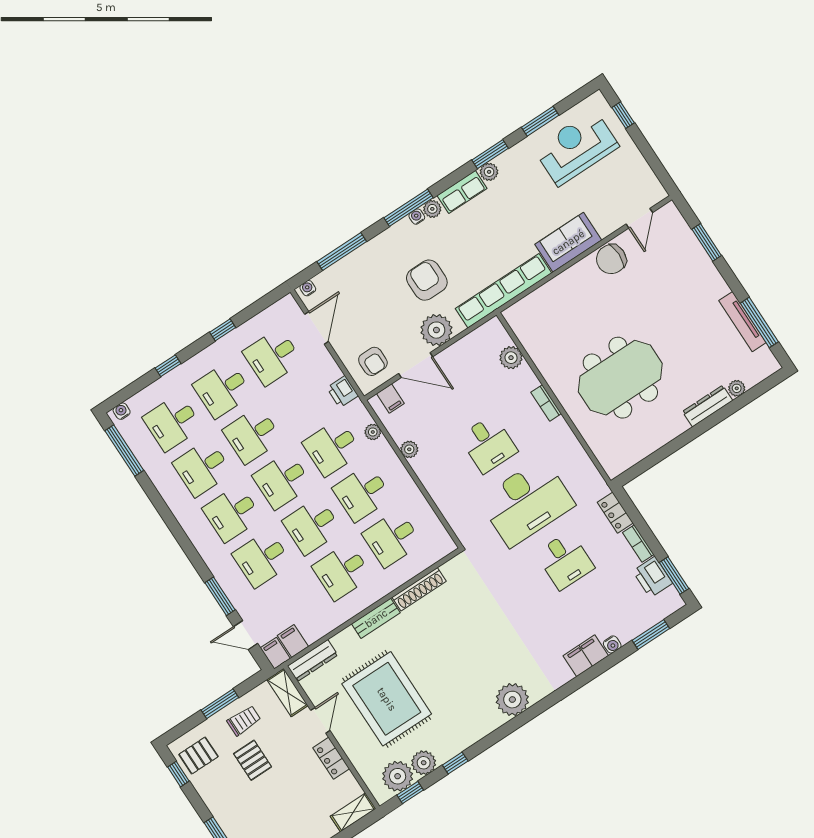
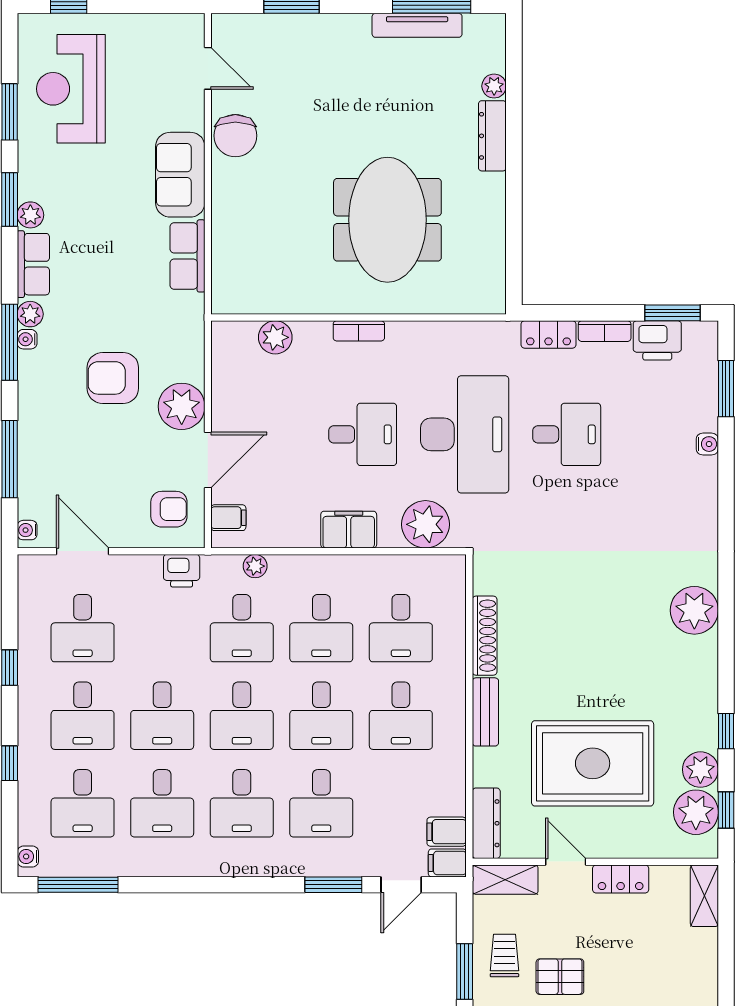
row of seats: (503, 291) -> (187, 256), width x0.50
plant: (409, 449) -> (425, 524), moved, width x1.88, depth x1.88
filing cabinet: (586, 656) -> (349, 530), moved, turned 90

